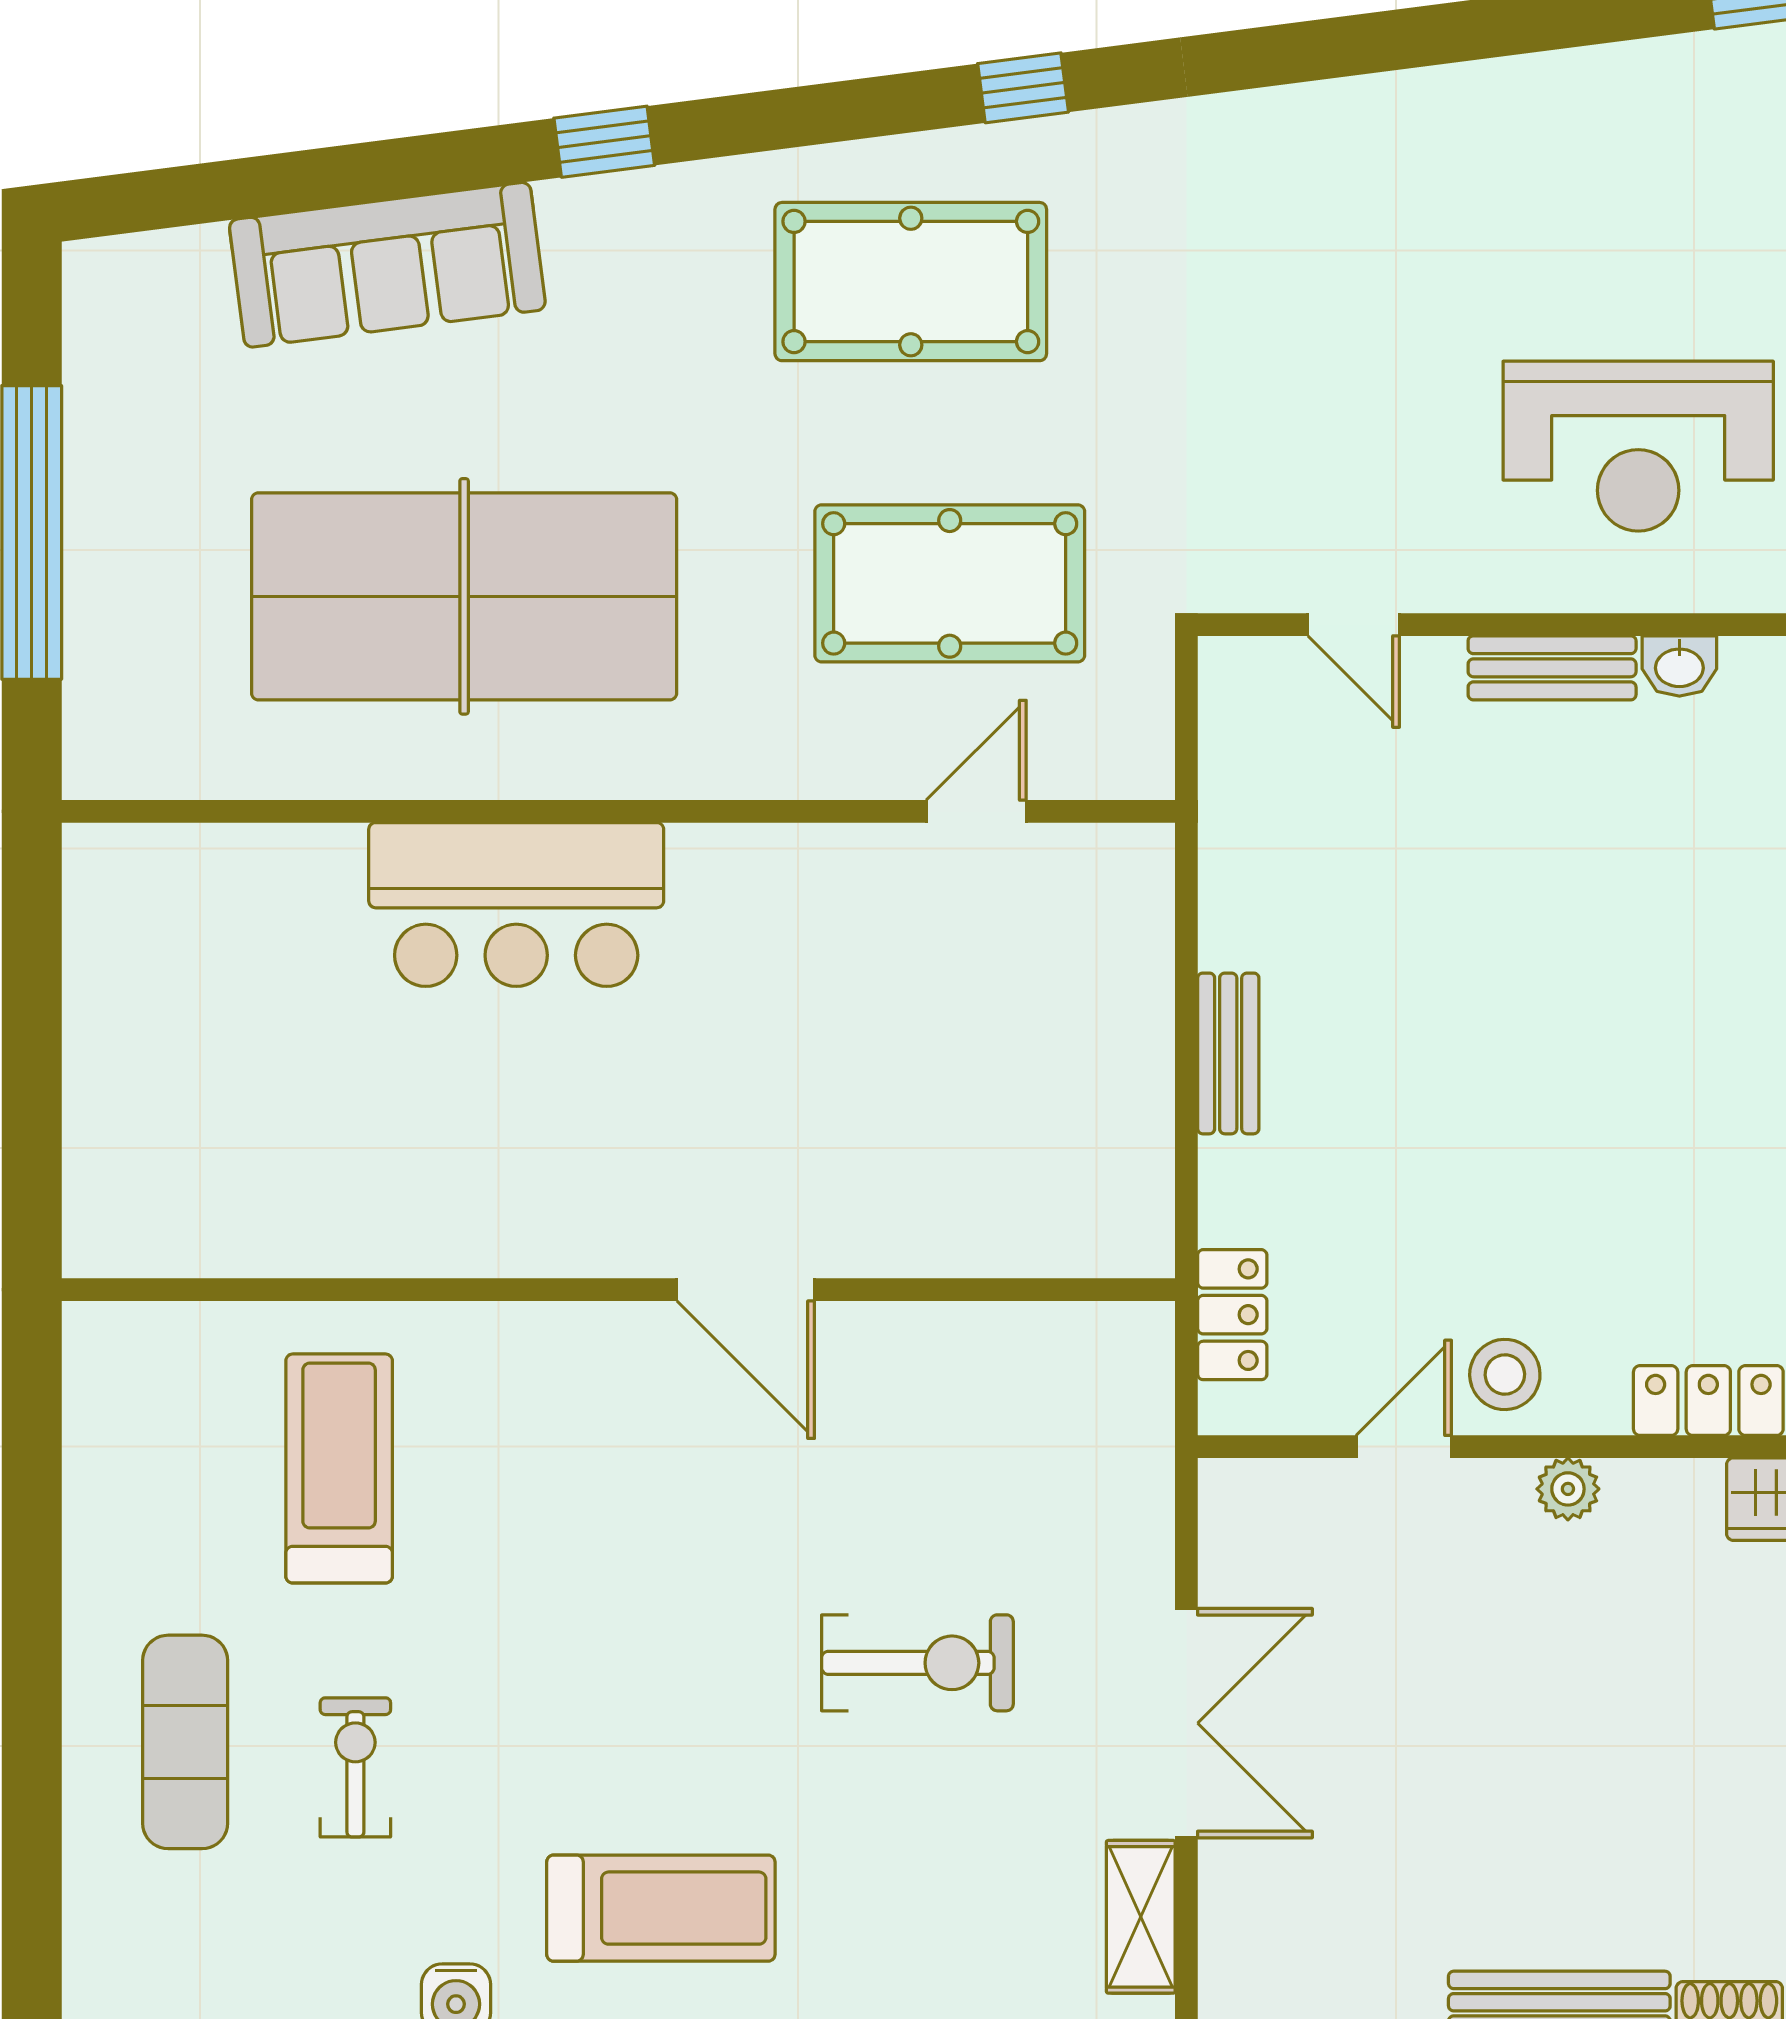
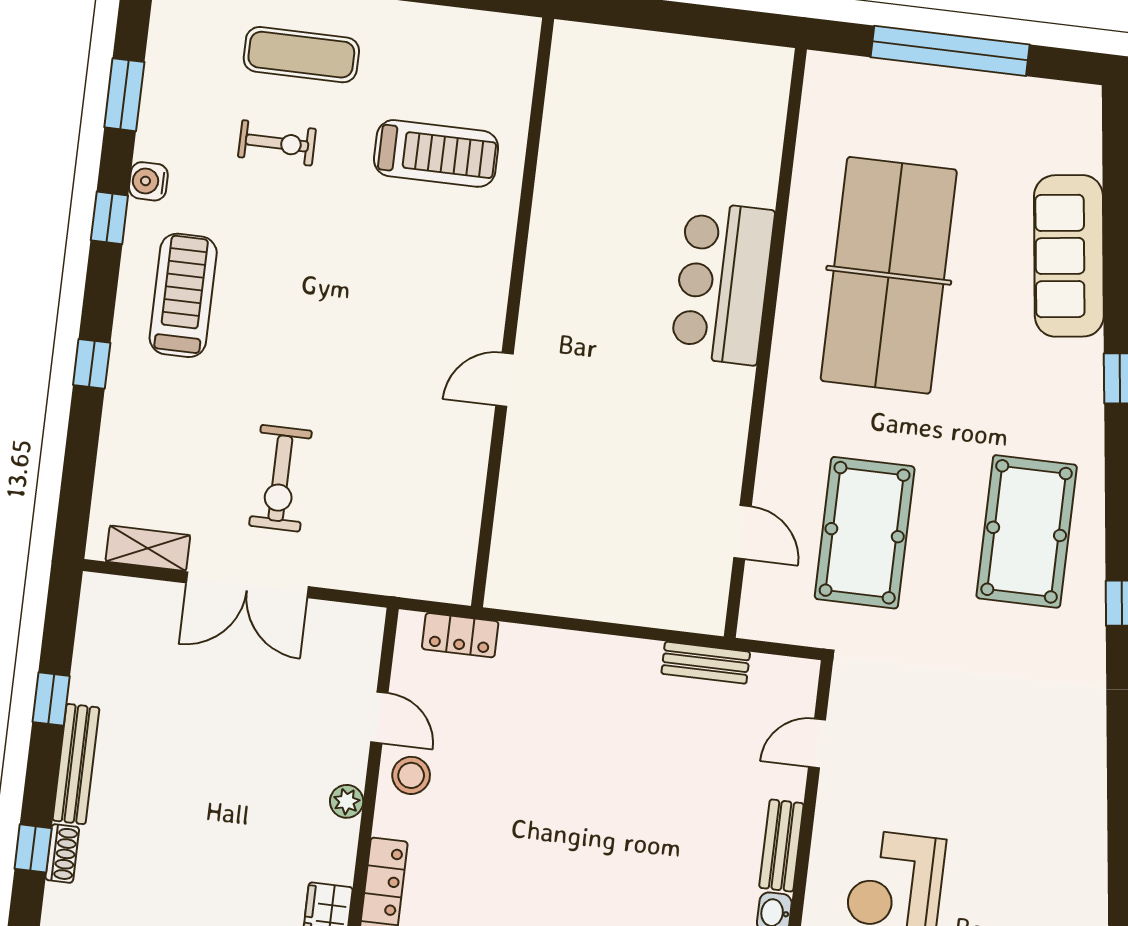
bench: (1228, 1053) -> (706, 663), moved
door: (746, 1290) -> (504, 380), width x0.73
exercise bike: (917, 1663) -> (280, 478), moved
treadmill: (661, 1908) -> (183, 295), turned 180

